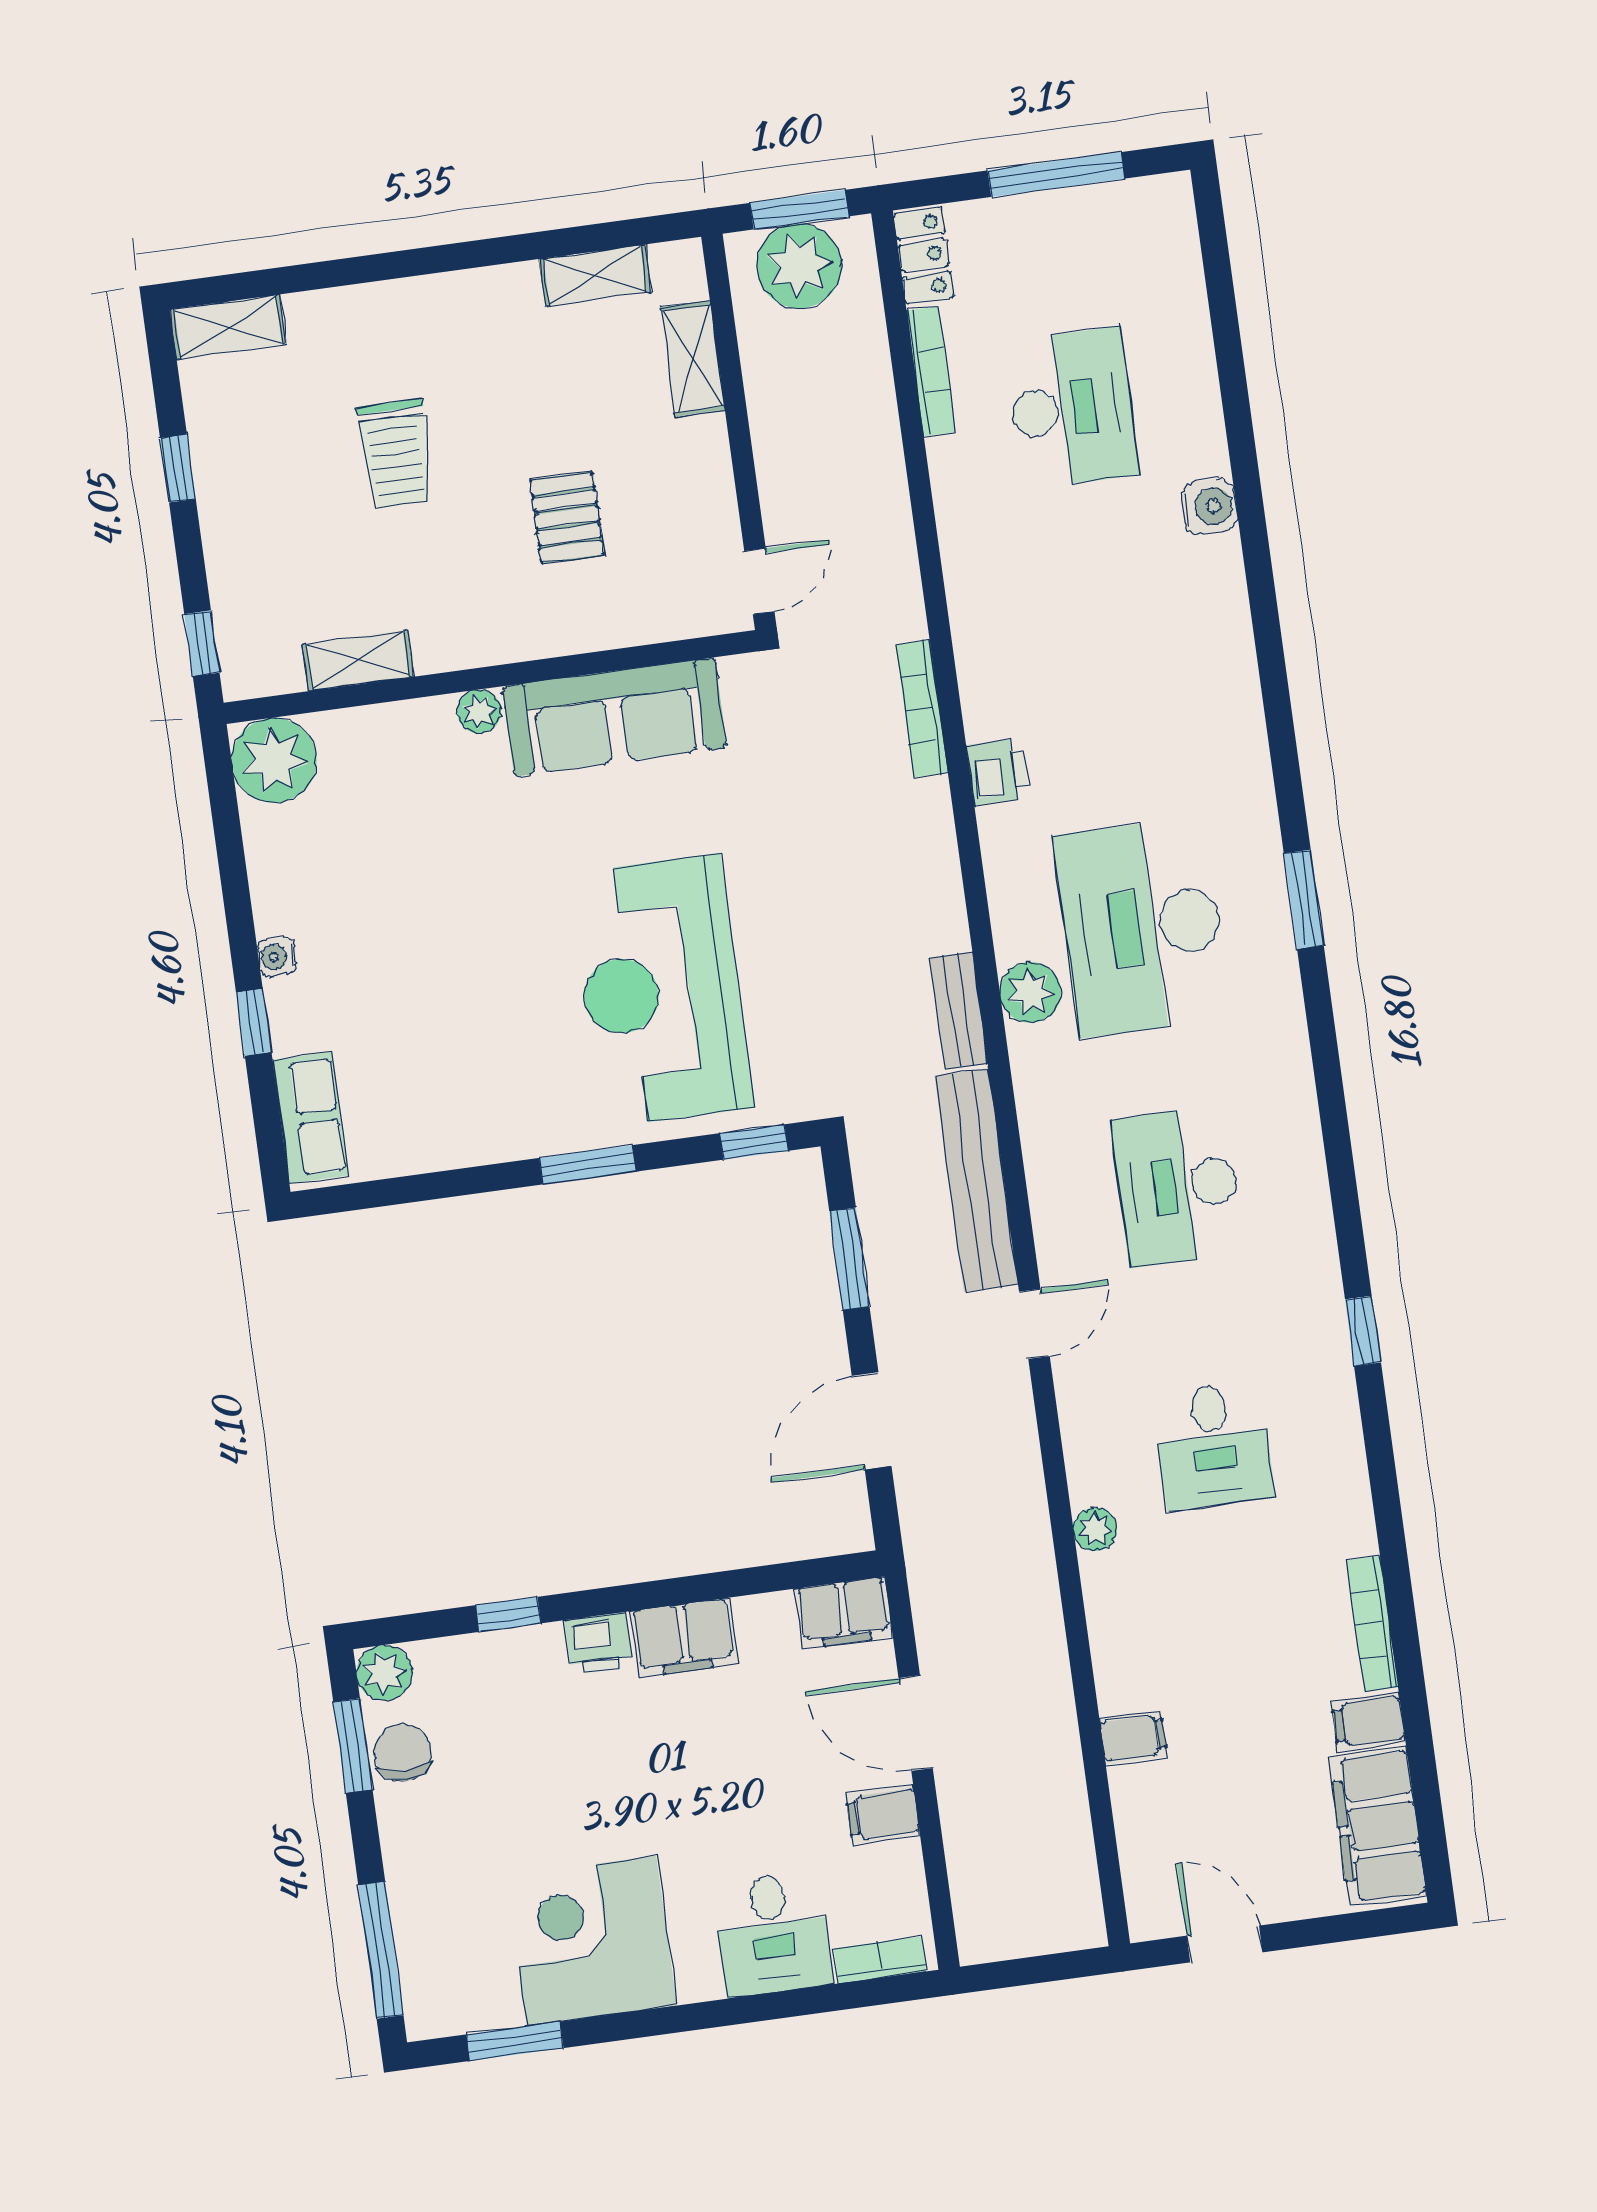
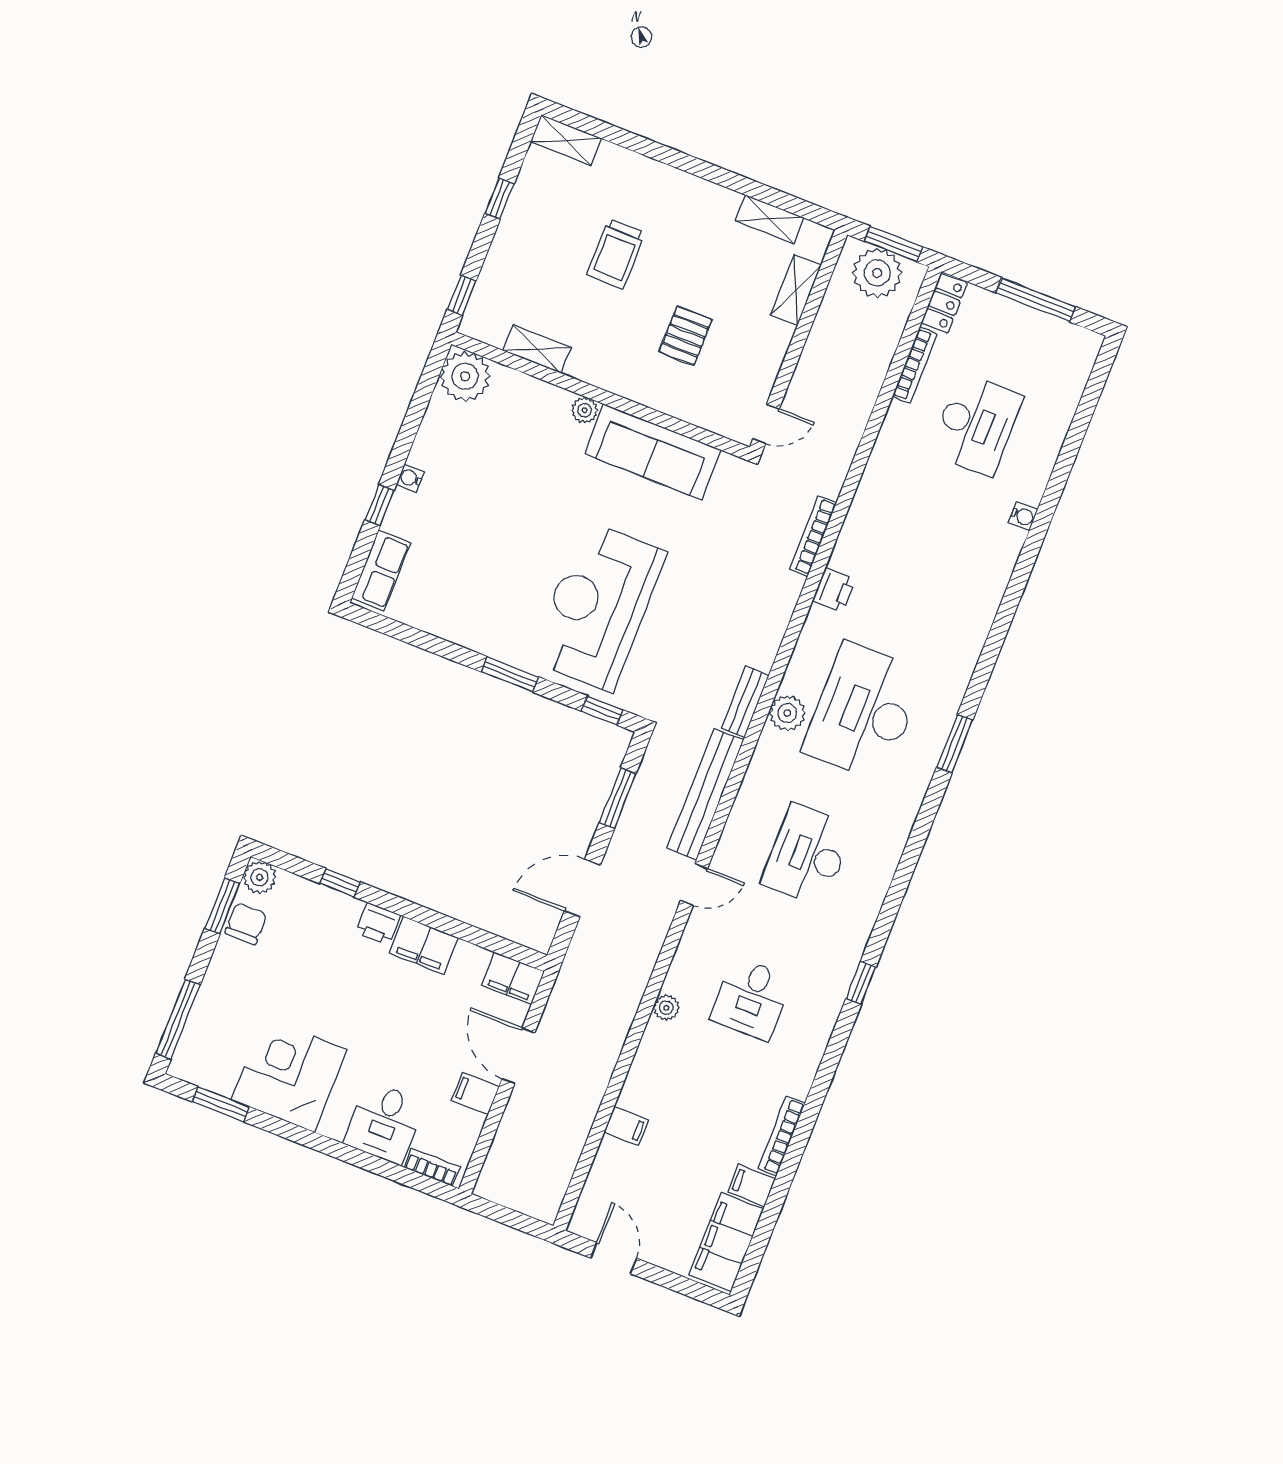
water cooler: (1209, 507) -> (1023, 516), width x0.72, depth x0.72

